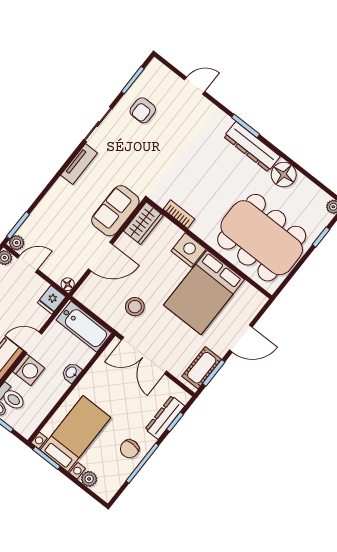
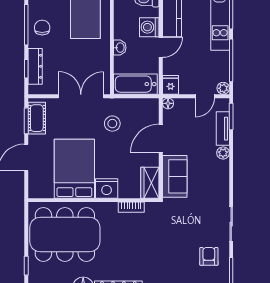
tv unit: (79, 164) -> (223, 129), moved
plant: (17, 243) -> (223, 153), moved

